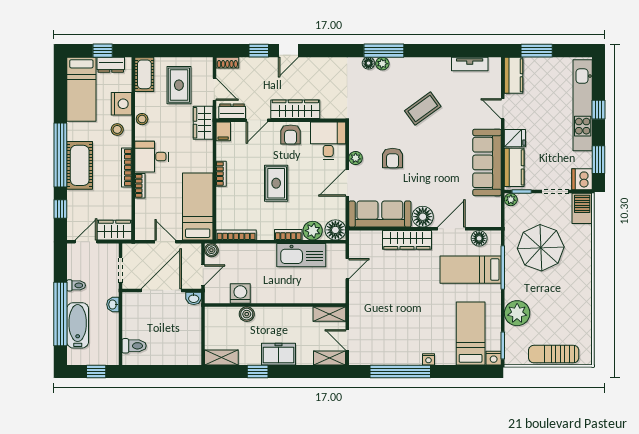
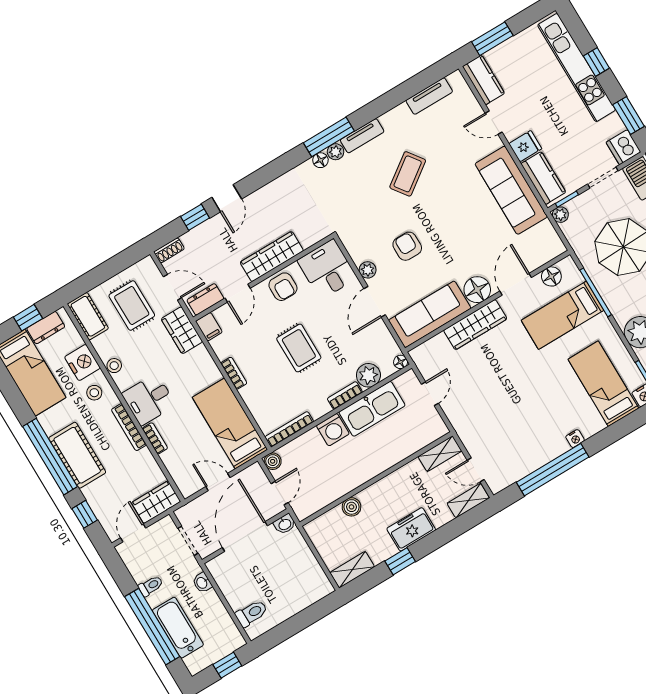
tv unit: (407, 64) -> (362, 136), added
armchair: (393, 158) -> (407, 246), turned 180
floor lamp: (335, 230) -> (401, 362), width x0.53, depth x0.53
washing machine: (240, 294) -> (333, 430), moved, turned 180

